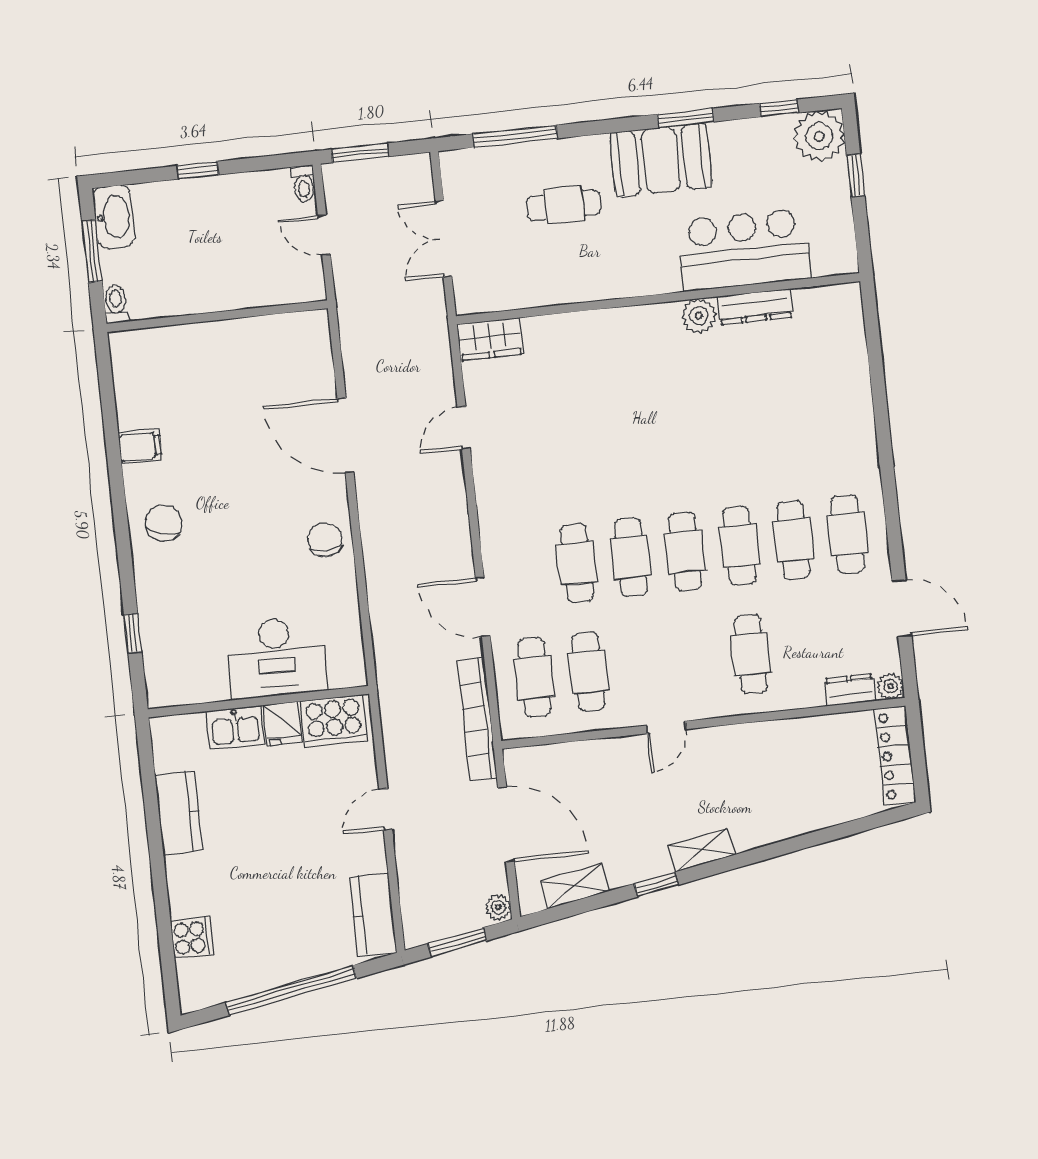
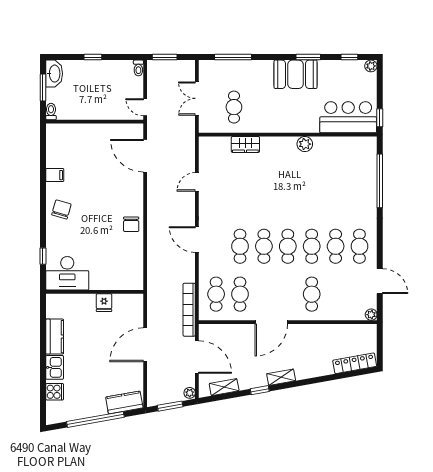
plant: (819, 136) -> (371, 66), width x0.53, depth x0.53
window: (856, 175) -> (380, 118), moved
cafe table: (564, 205) -> (234, 107), moved, turned 90
door: (324, 235) -> (145, 107), moved
bar counter: (744, 250) -> (348, 117), moved
dresser: (755, 307) -> (330, 143), removed
wardrobe: (490, 339) -> (245, 144), moved
window: (878, 381) -> (380, 181), added
door: (346, 435) -> (145, 156), moved
chair: (325, 540) -> (131, 224), turned 180
door: (483, 607) -> (197, 240), moved
desk: (276, 657) -> (67, 273), moved
dresser: (850, 690) -> (353, 314), removed
cooker: (334, 721) -> (127, 304), removed
door: (666, 727) -> (271, 322), width x1.87
kitchen sink: (235, 728) -> (55, 367), moved, turned -90
locker: (895, 756) -> (355, 363), moved, turned 80
door: (386, 809) -> (145, 345), width x1.87
kitchen counter: (373, 915) -> (124, 402), moved, turned 80

